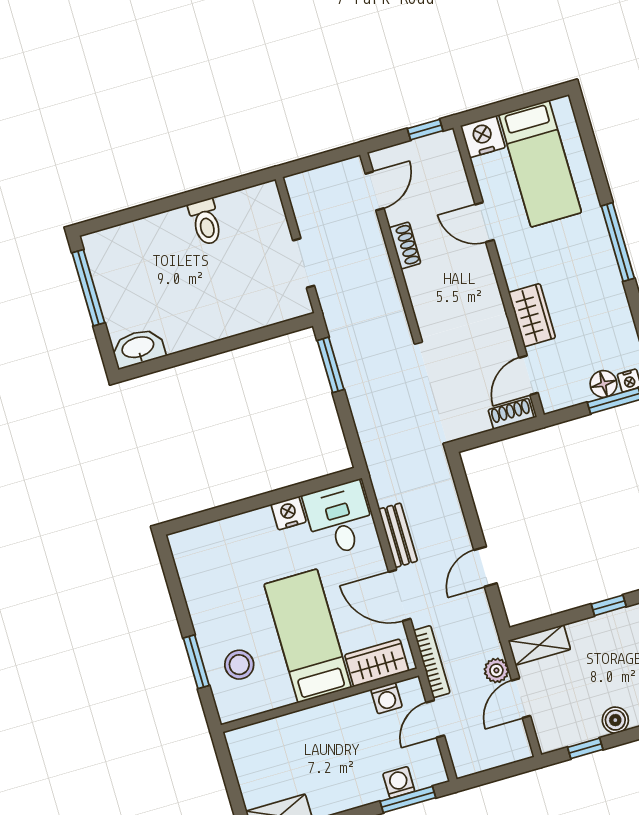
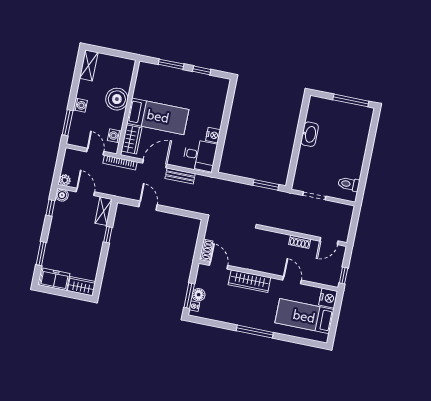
door: (375, 191) -> (329, 241), hinge flipped
toilet: (206, 222) -> (349, 184), moved
door: (484, 222) -> (292, 280), hinge flipped
wardrobe: (532, 315) -> (249, 281), width x1.50
washbasin: (138, 348) -> (310, 134), moved
window: (178, 598) -> (202, 70), added
window: (609, 605) -> (108, 235), moved
stool: (239, 665) -> (161, 82), removed
plant: (496, 670) -> (65, 180), moved
boiler: (615, 720) -> (62, 195), moved
boiler: (315, 730) -> (117, 99), added
washing machine: (399, 782) -> (80, 105), moved

